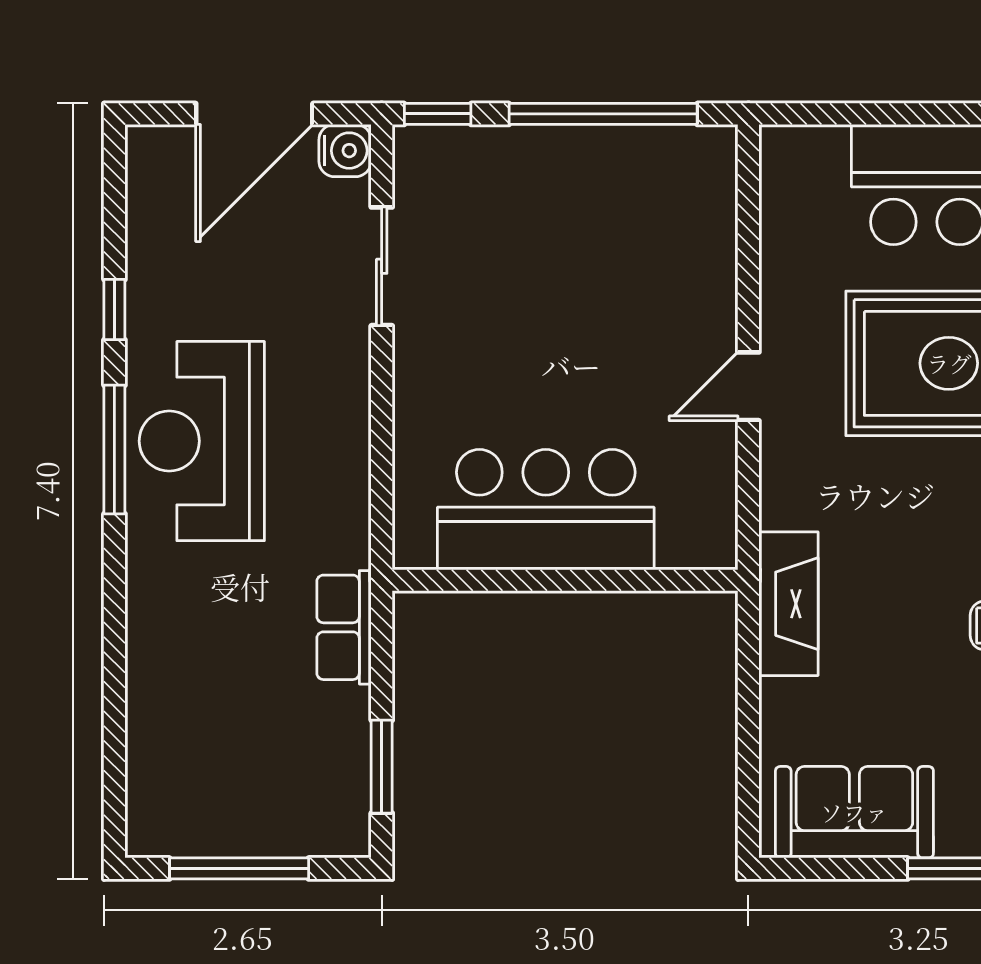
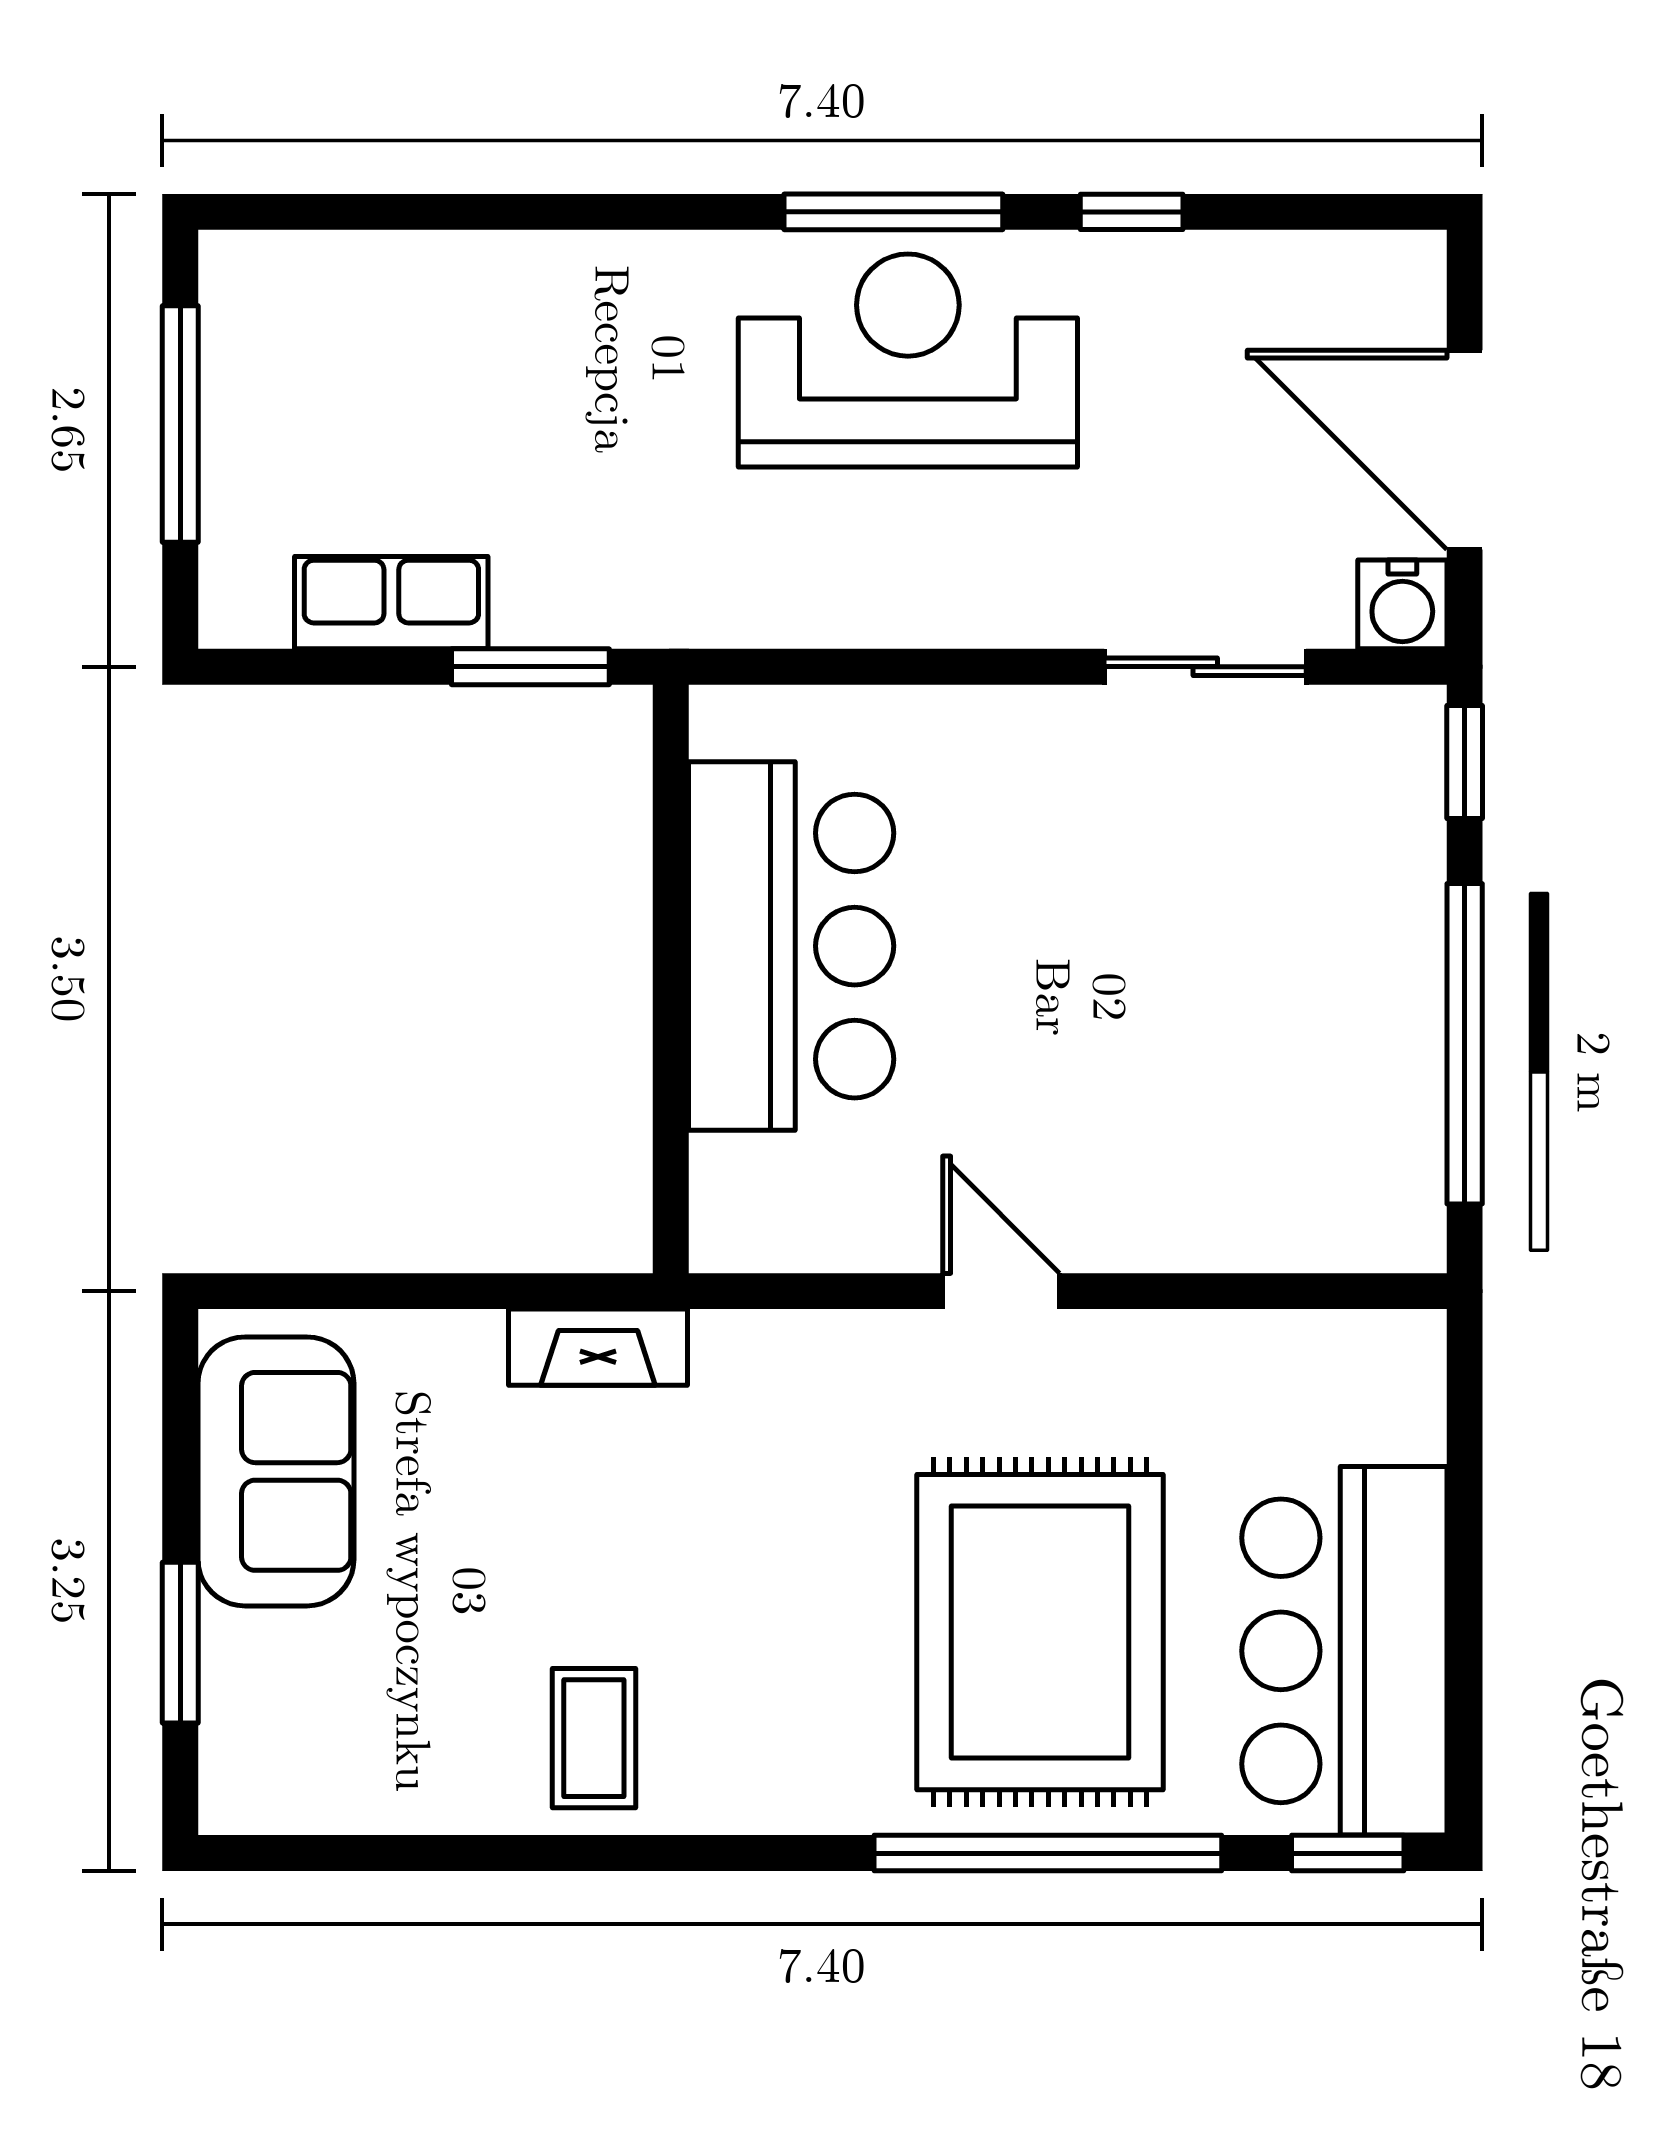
fireplace: (789, 604) -> (598, 1347), width x0.73, depth x0.76
row of seats: (344, 627) -> (391, 603), moved
window: (382, 767) -> (530, 667), moved

